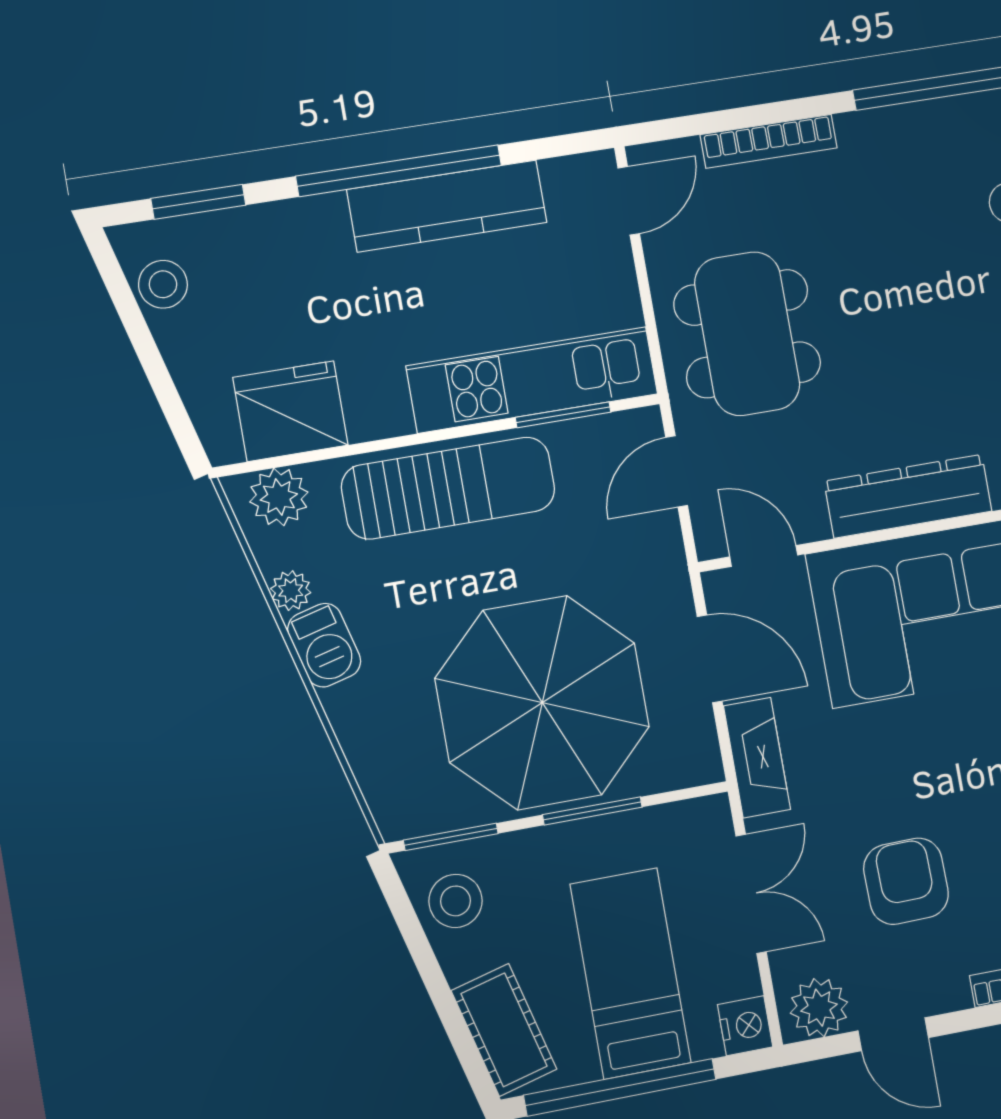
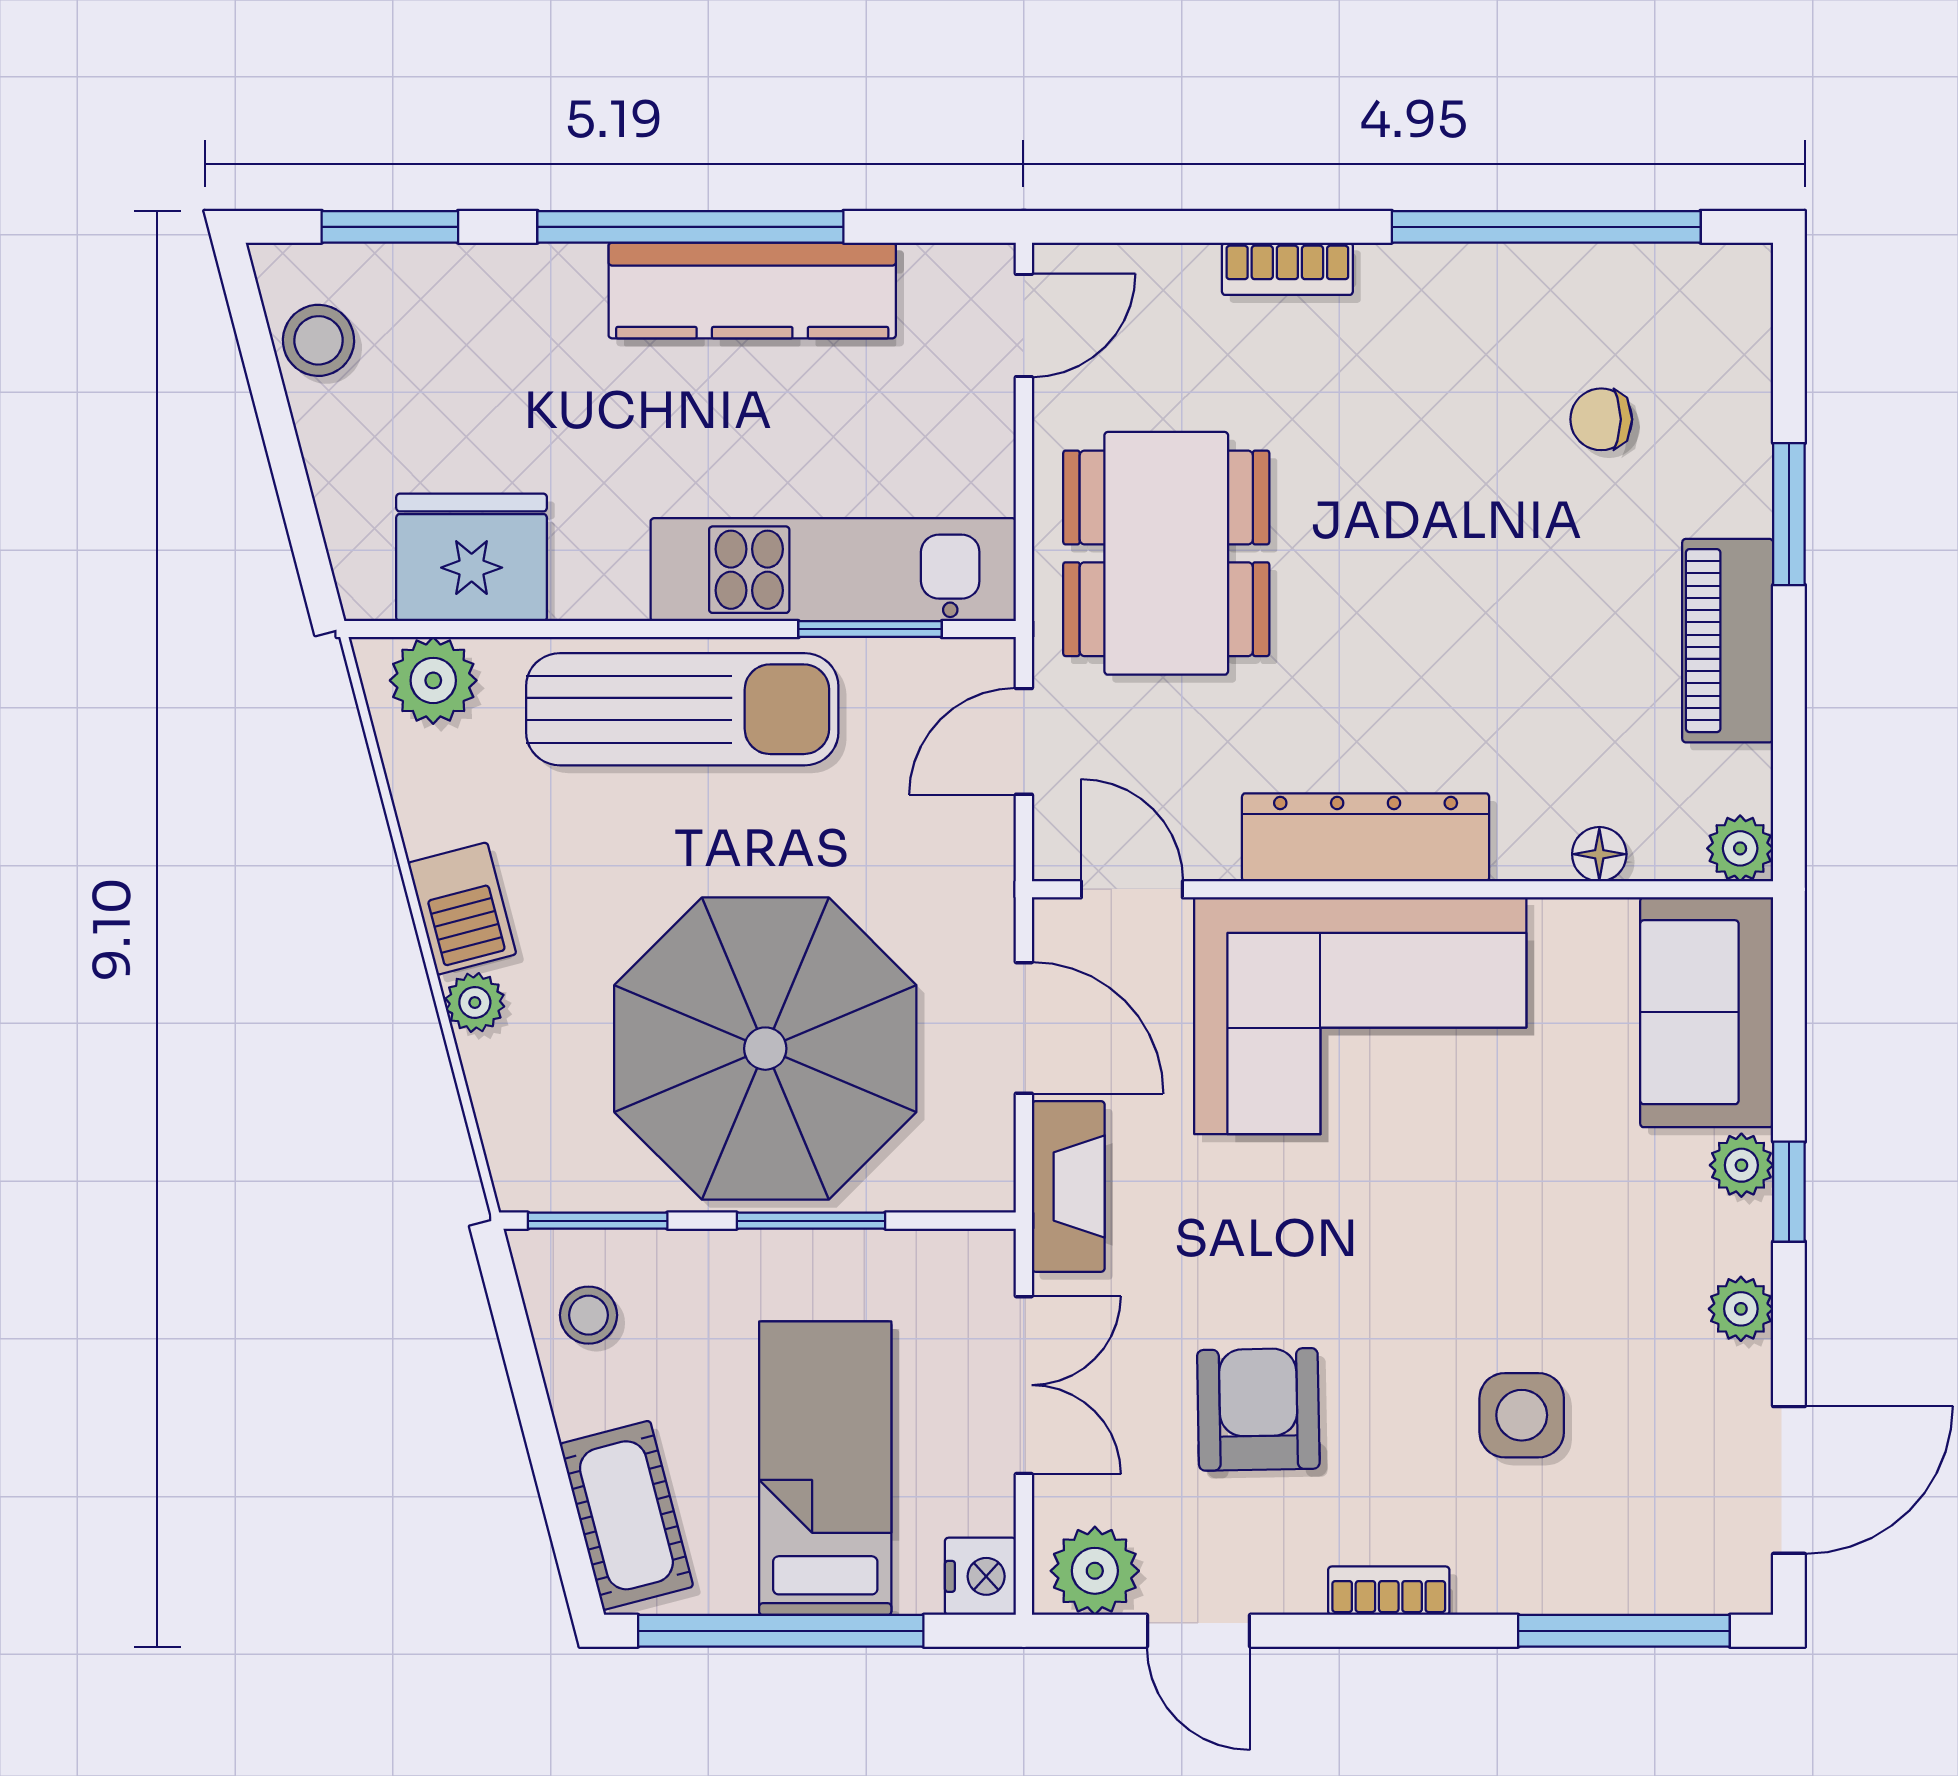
bookcase: (769, 141) -> (1287, 269), width x0.64
plant: (291, 591) -> (475, 1003), moved
stool: (456, 901) -> (588, 1315), width x0.73, depth x0.73

